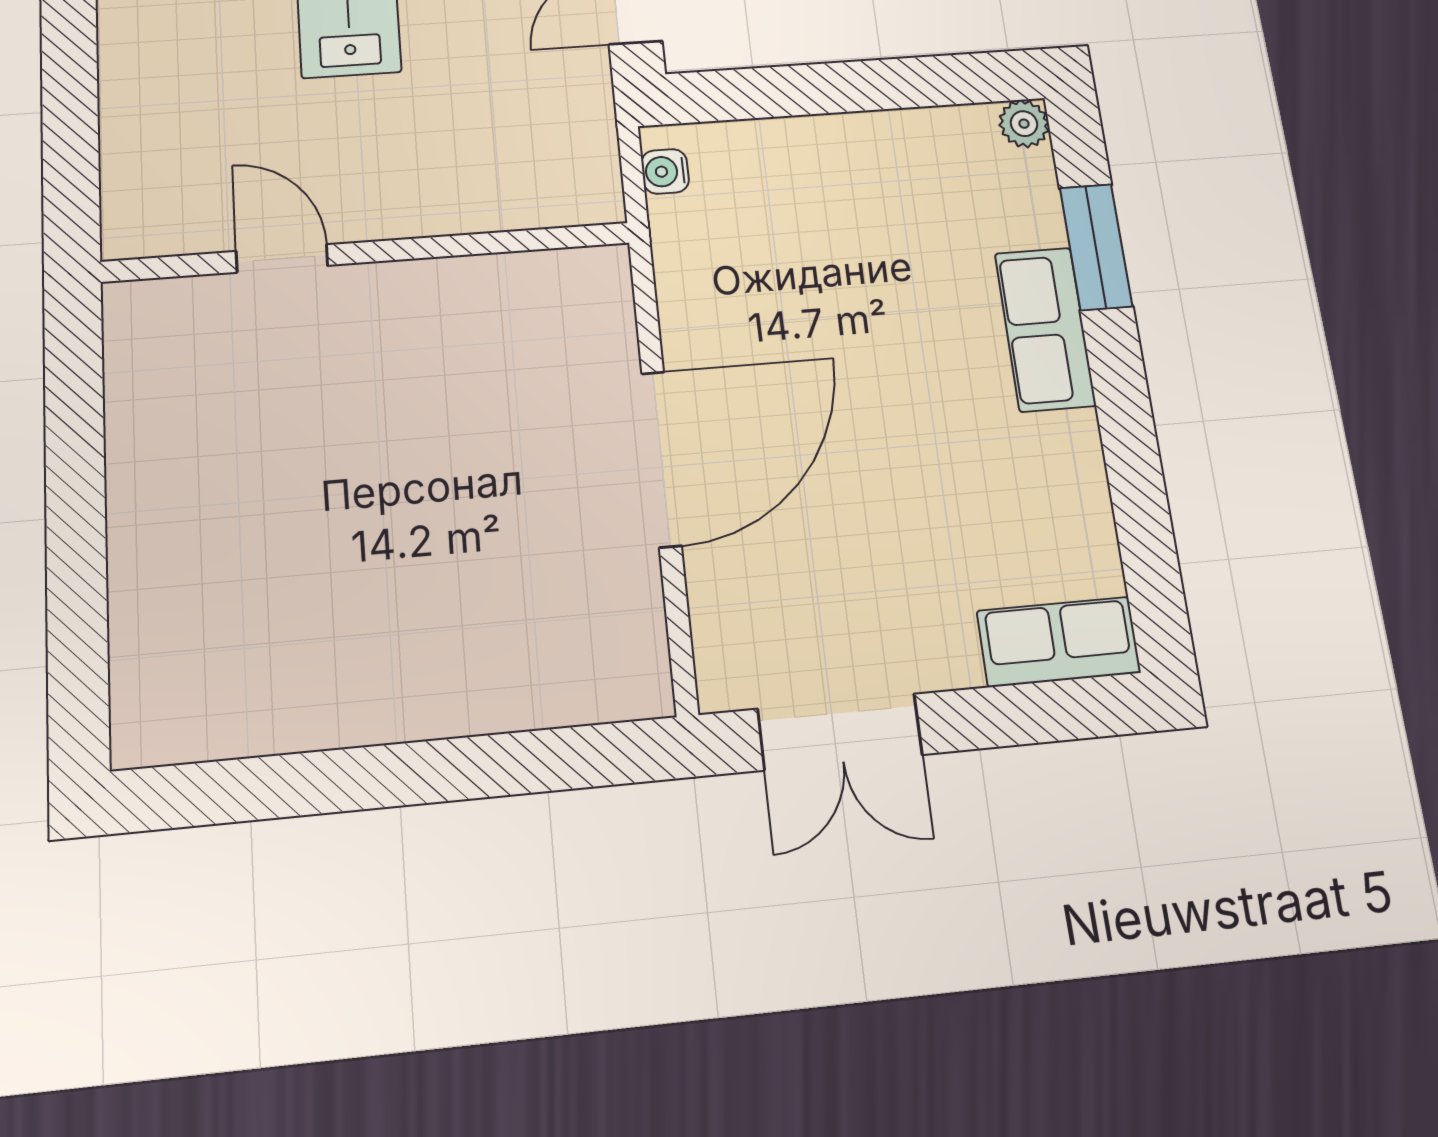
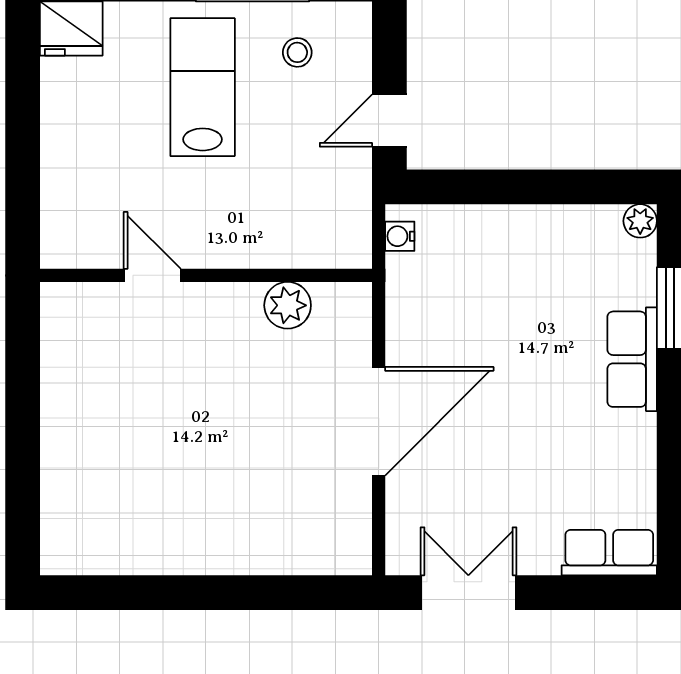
plant: (500, 288) -> (288, 305), added
double door: (840, 732) -> (468, 593), swing flipped

